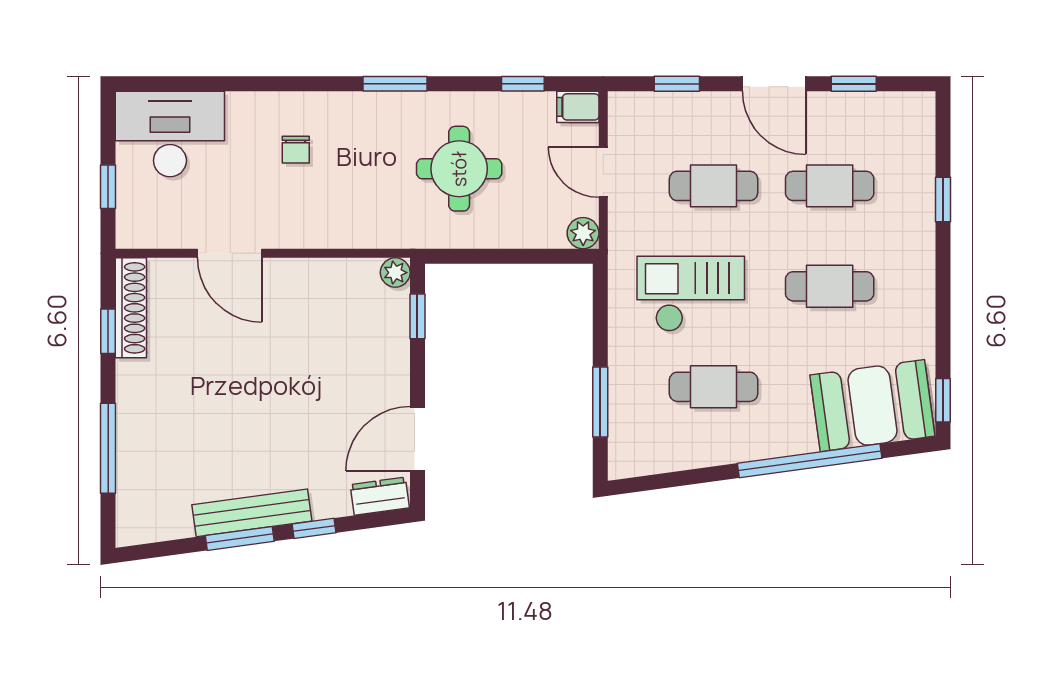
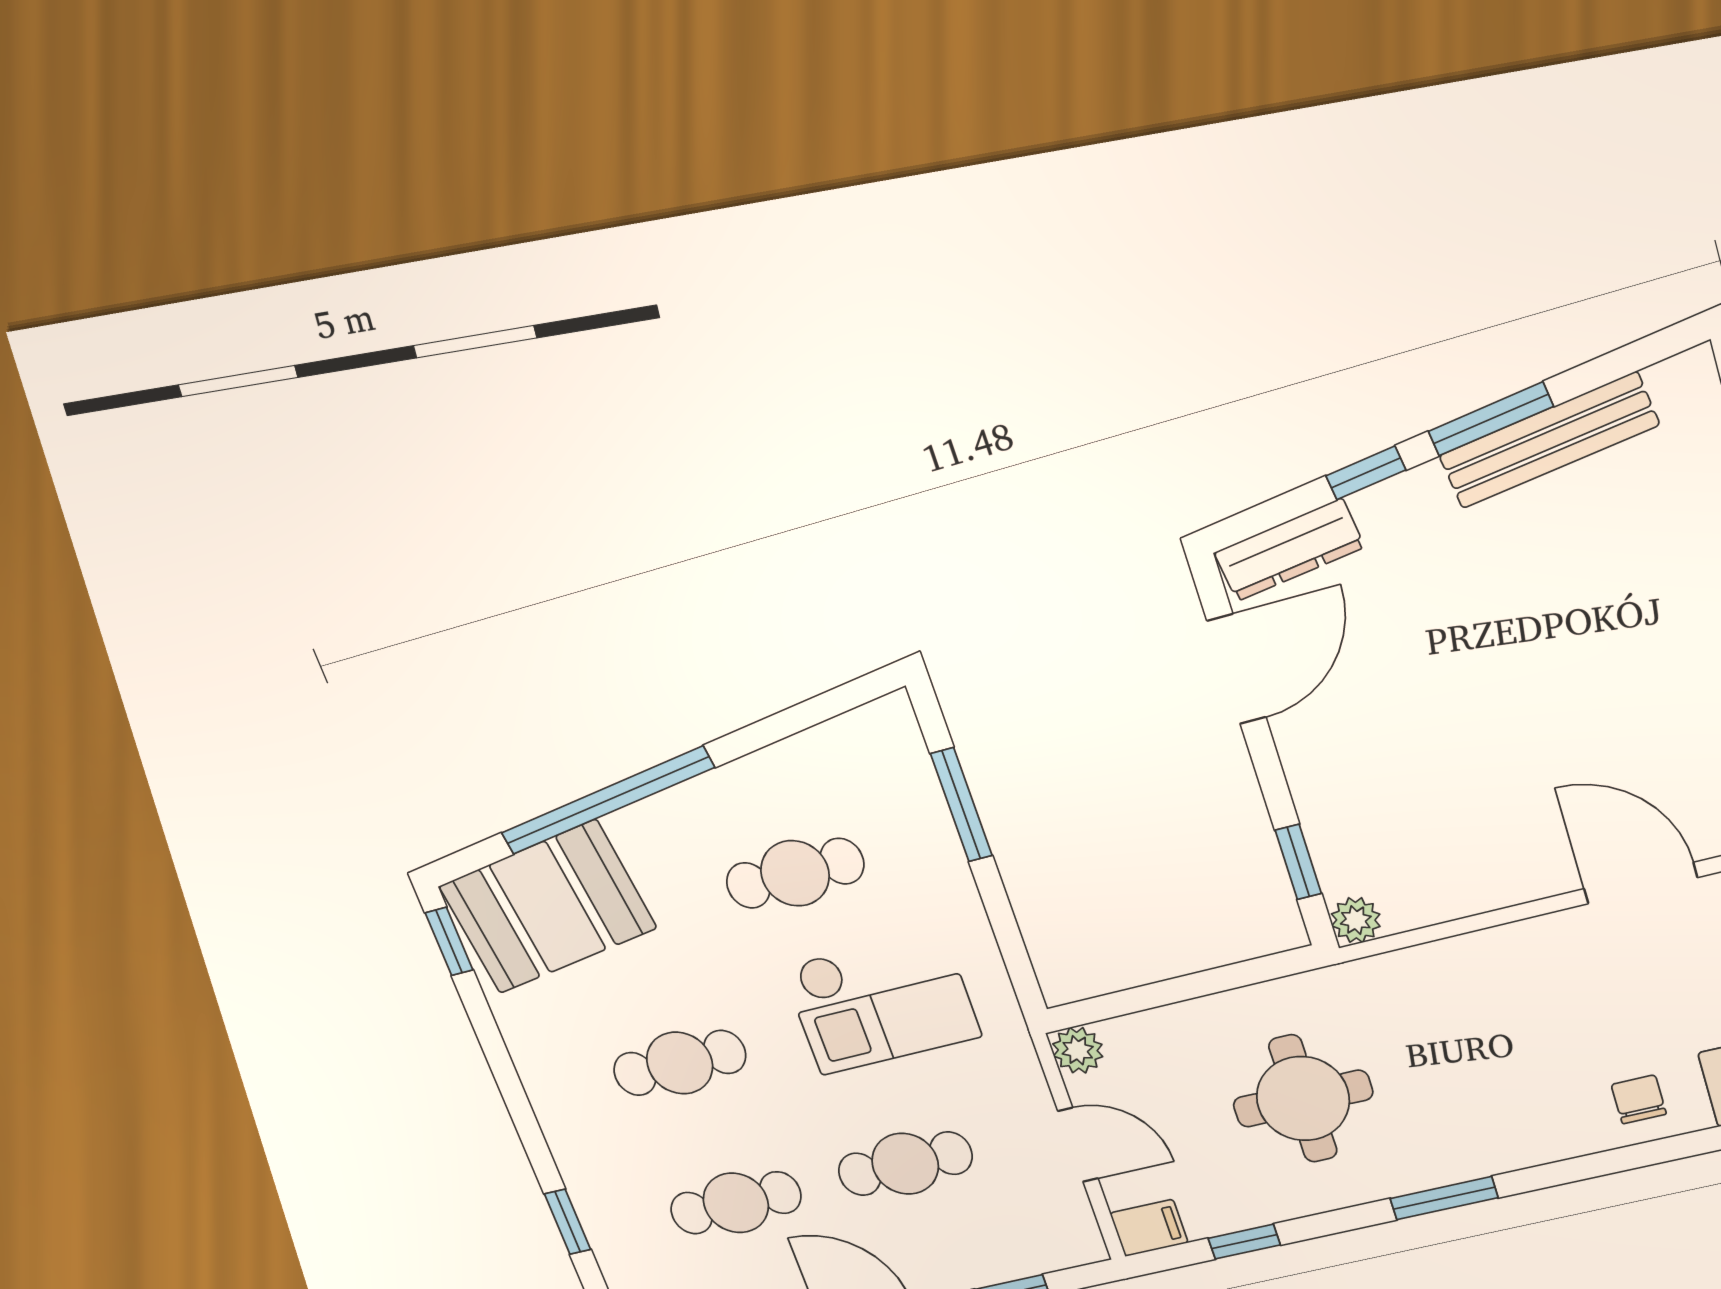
chair: (296, 150) -> (1639, 1099), moved
dresser: (380, 496) -> (1289, 550), width x1.44
bench: (252, 513) -> (1549, 440), moved

